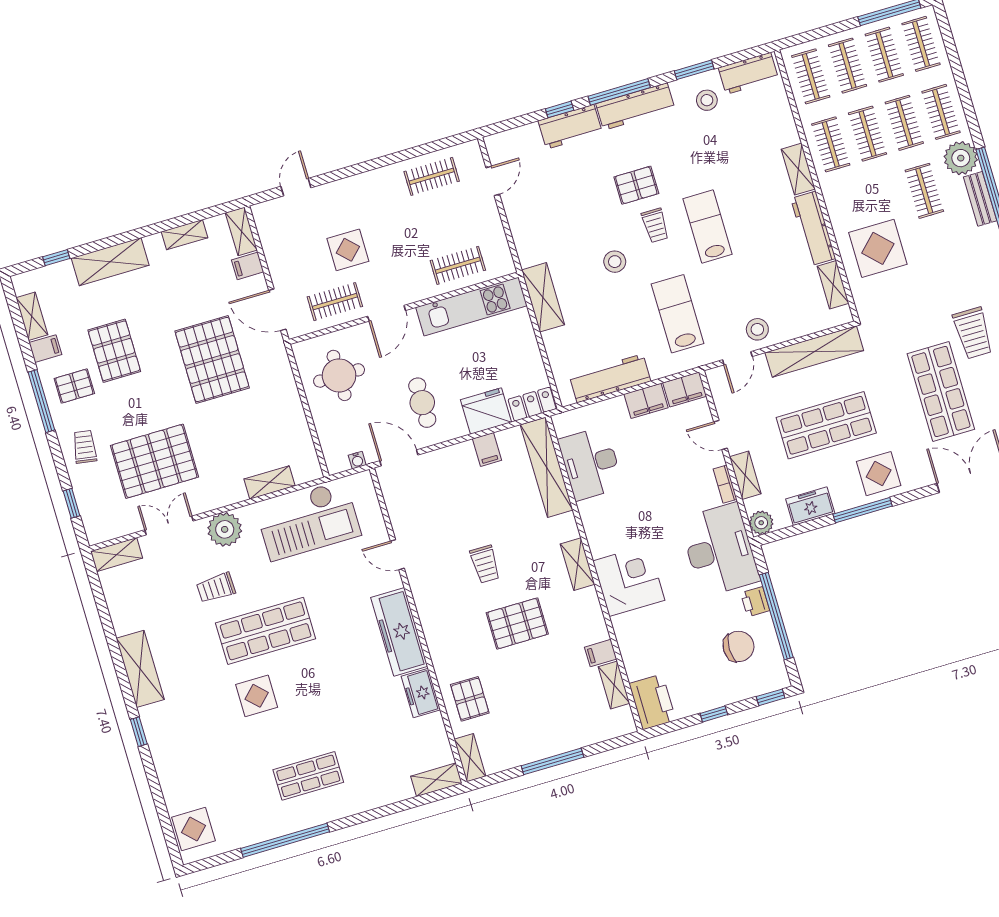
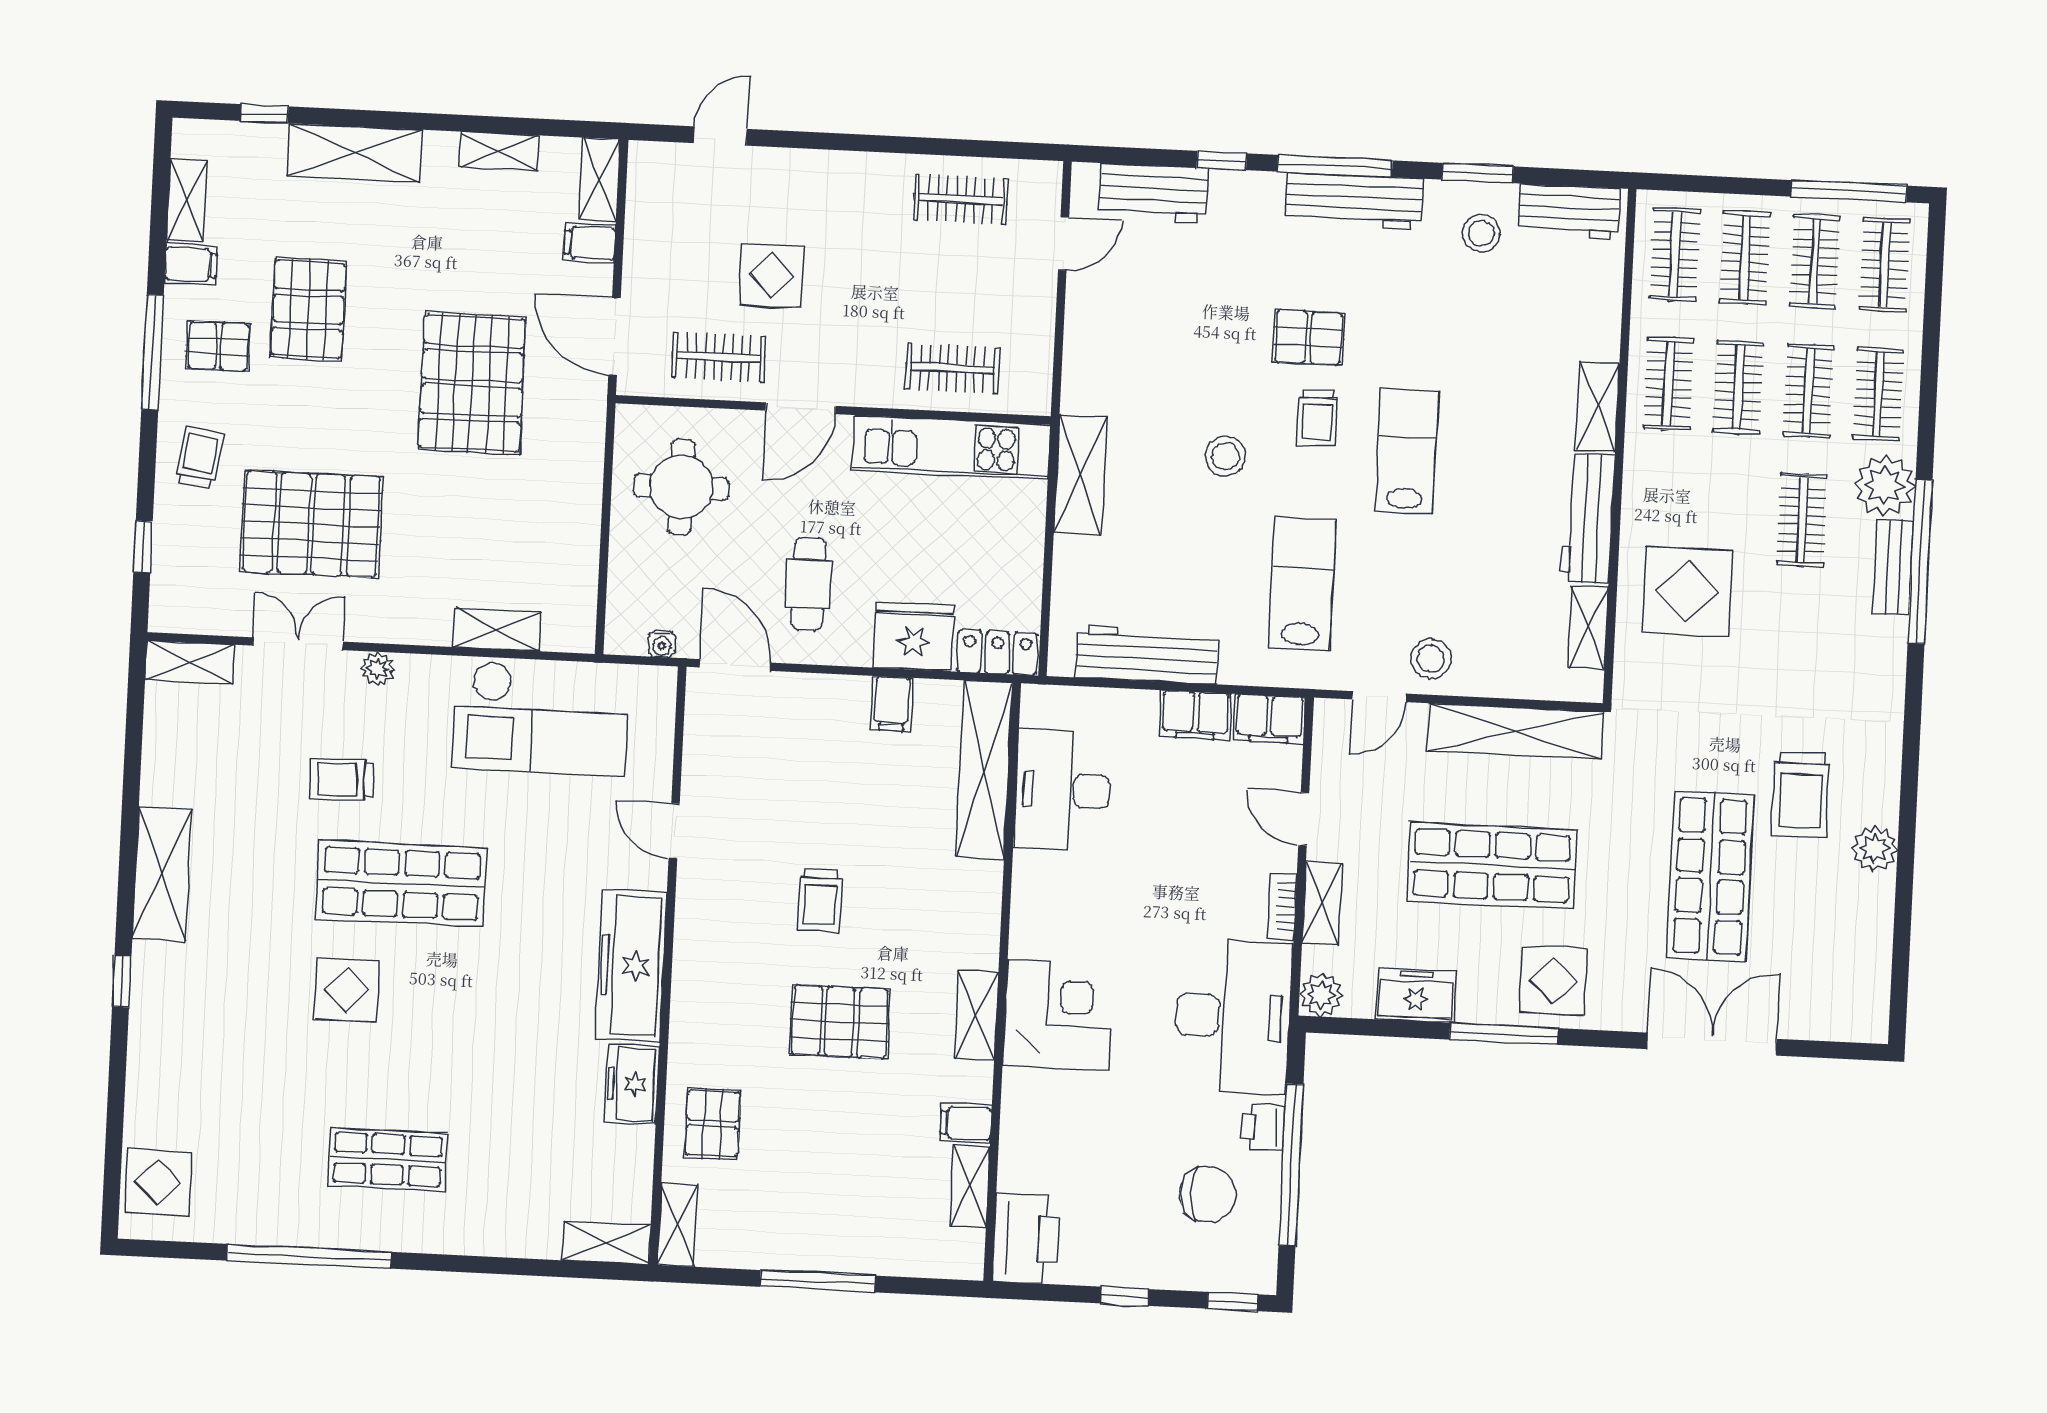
workbench: (570, 127) -> (1153, 193), moved
plant: (225, 529) -> (378, 668), width x0.53, depth x0.53
shelving: (577, 564) -> (976, 1015), moved

